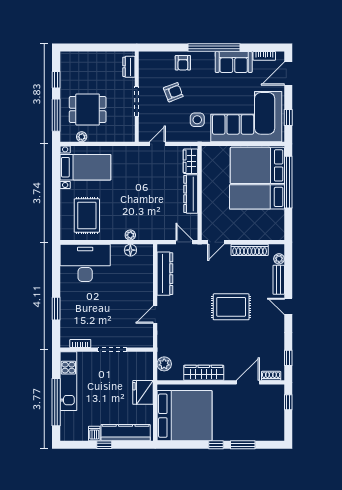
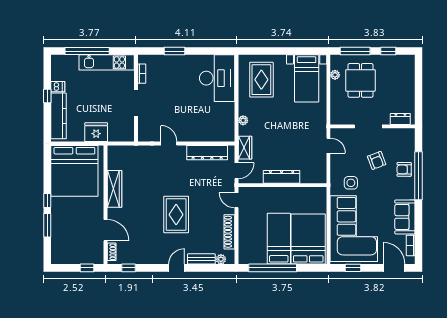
window: (214, 47) -> (418, 176), moved
wardrobe: (191, 161) -> (245, 148), moved, turned 90
window: (288, 182) -> (273, 268), moved
rug: (87, 216) -> (261, 80), turned 90
floor lamp: (130, 250) -> (229, 120), removed
plant: (164, 364) -> (123, 152), removed

